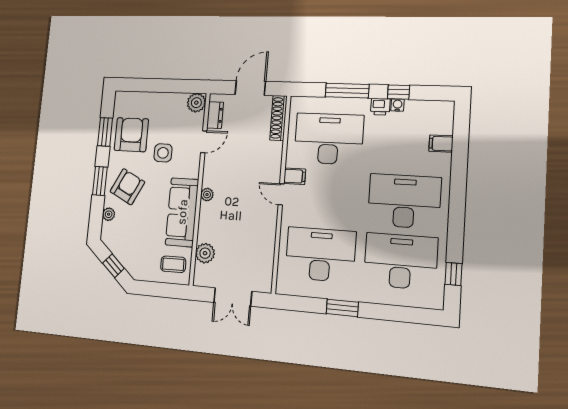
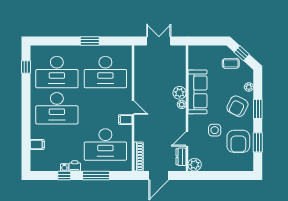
plant: (205, 253) -> (180, 93), moved
coffee table: (173, 264) -> (231, 63), moved

